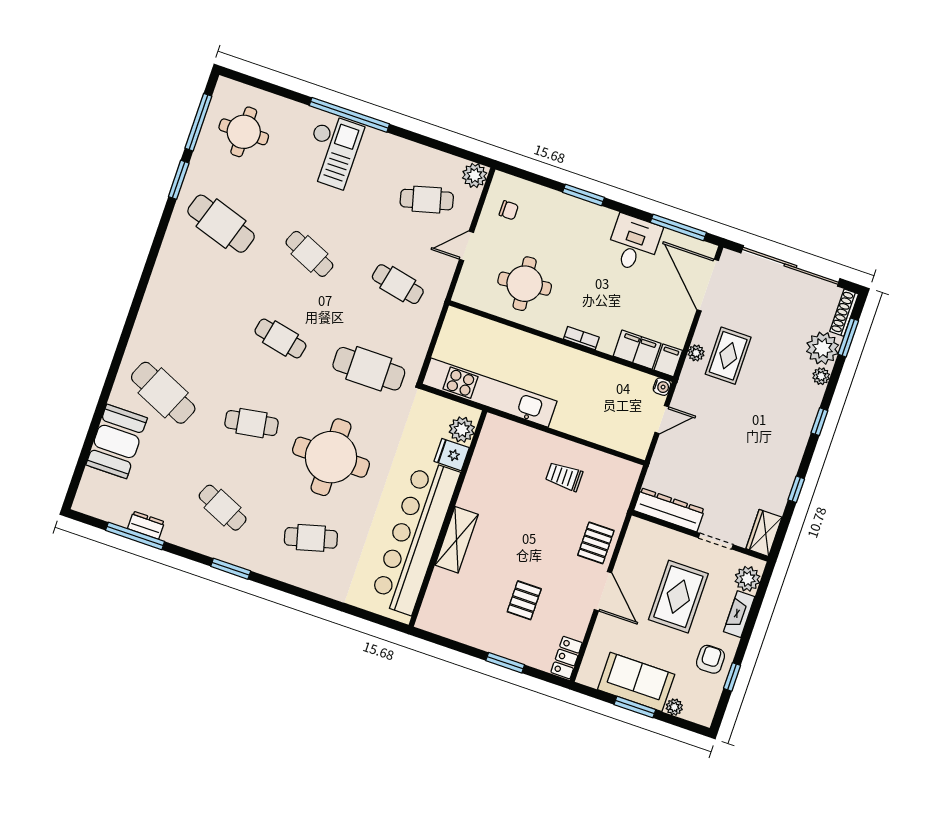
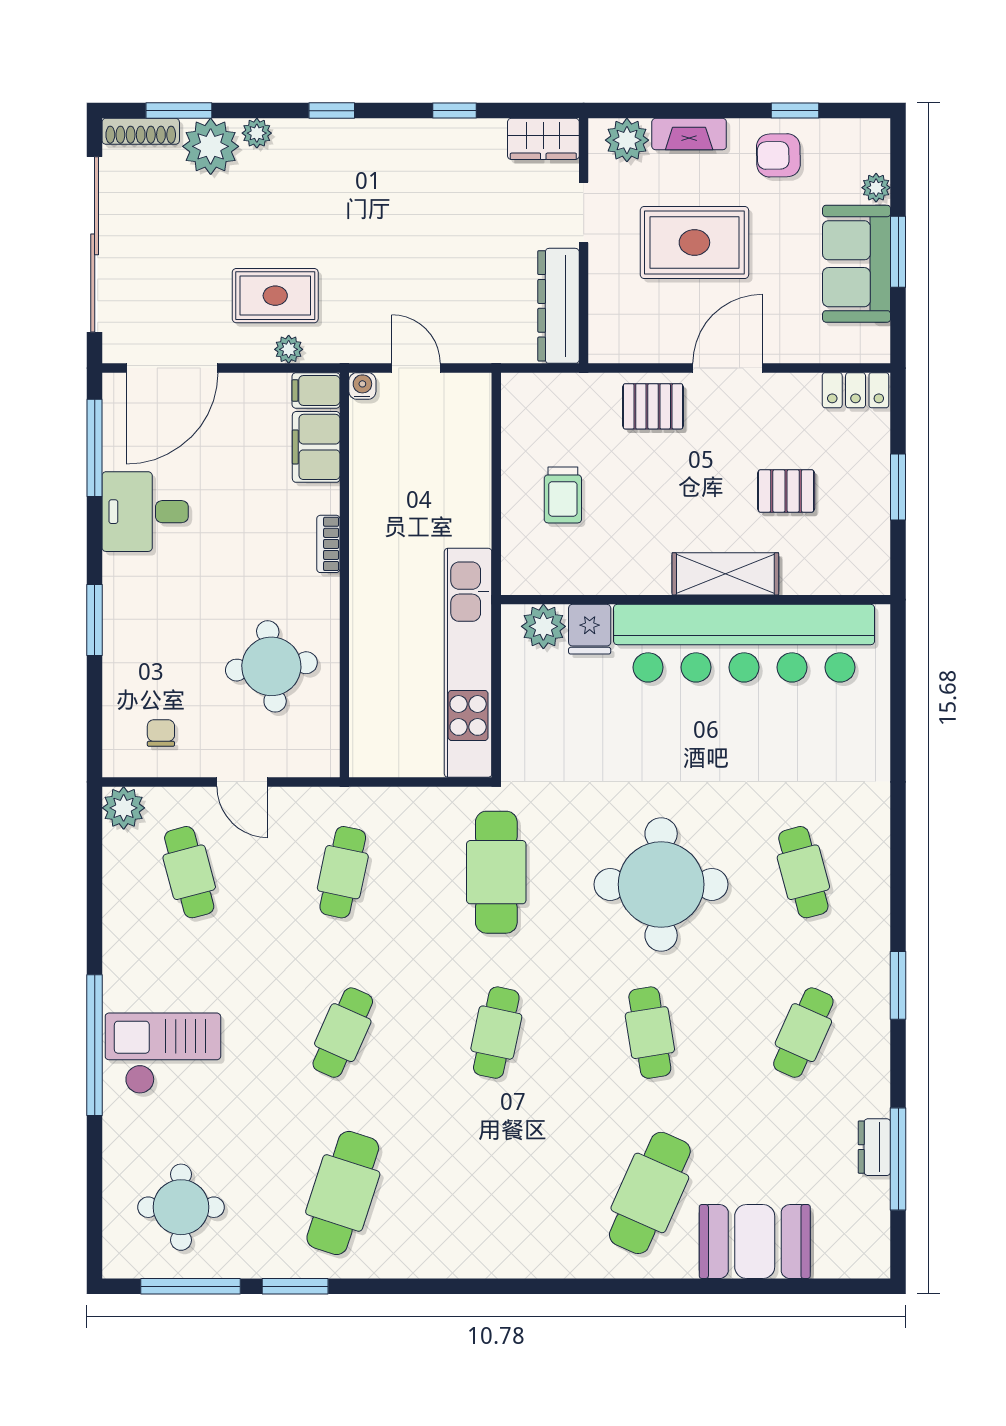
plant: (462, 430) -> (543, 626), moved
fridge: (452, 455) -> (590, 629), moved
wall: (448, 518) -> (696, 600), moved
bar counter: (415, 537) -> (744, 643), moved
shelving: (457, 540) -> (725, 574), moved

